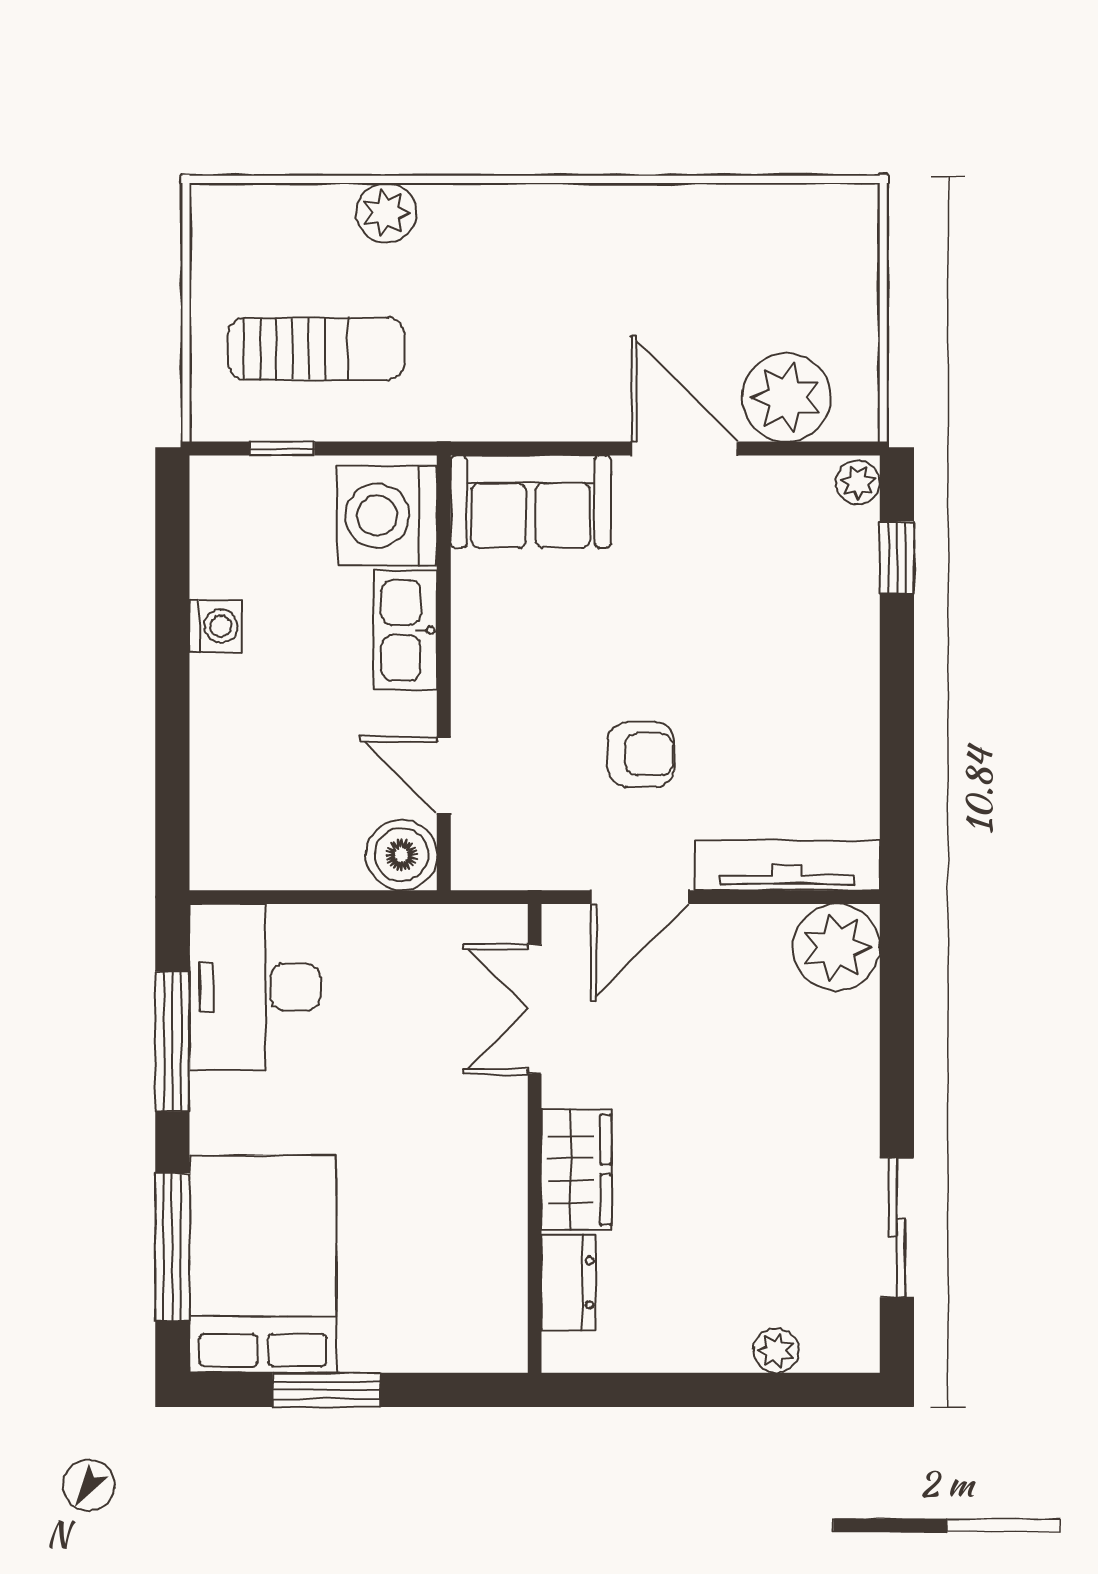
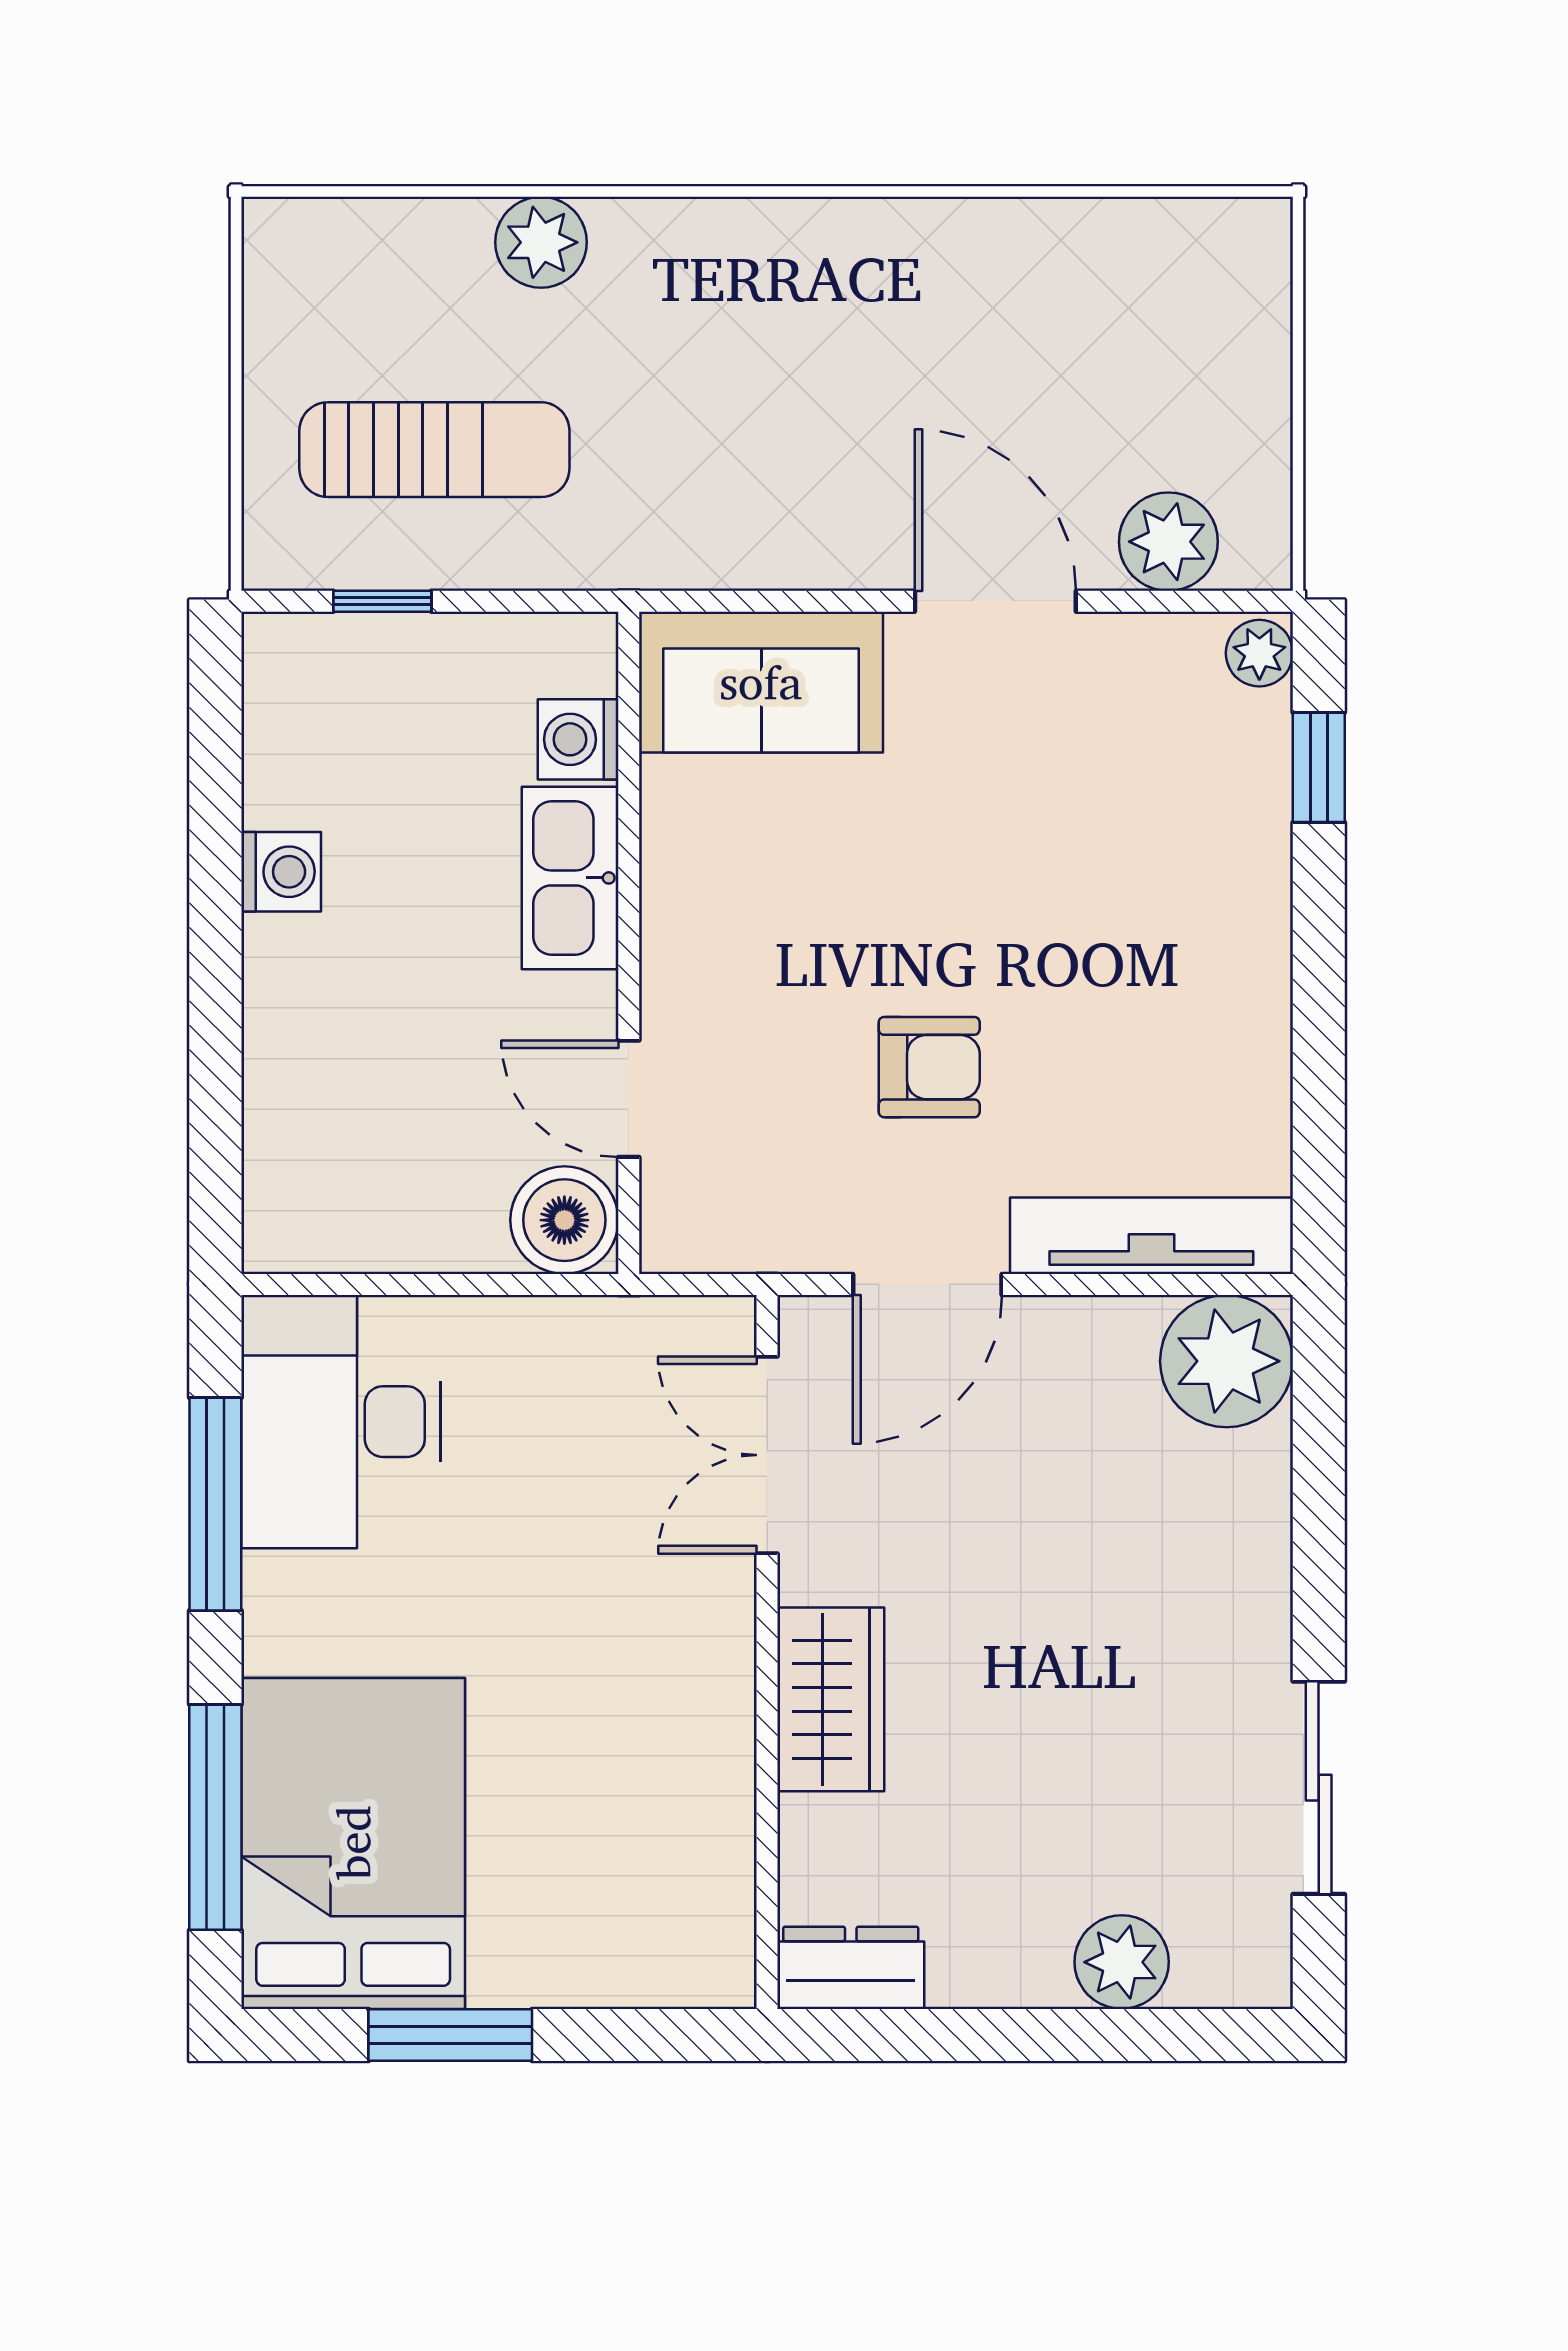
plant: (786, 398) -> (1168, 542), width x0.73, depth x0.73
washing machine: (387, 516) -> (578, 739), width x0.53, depth x0.53
dresser: (569, 1283) -> (851, 1968), moved, turned -90
plant: (776, 1350) -> (1122, 1962), width x1.38, depth x1.38

